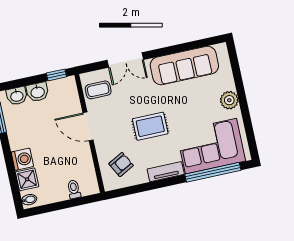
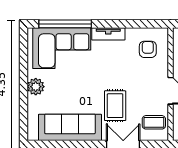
rug: (150, 126) -> (115, 106), moved, turned 90
armchair: (121, 164) -> (148, 49), turned 118

